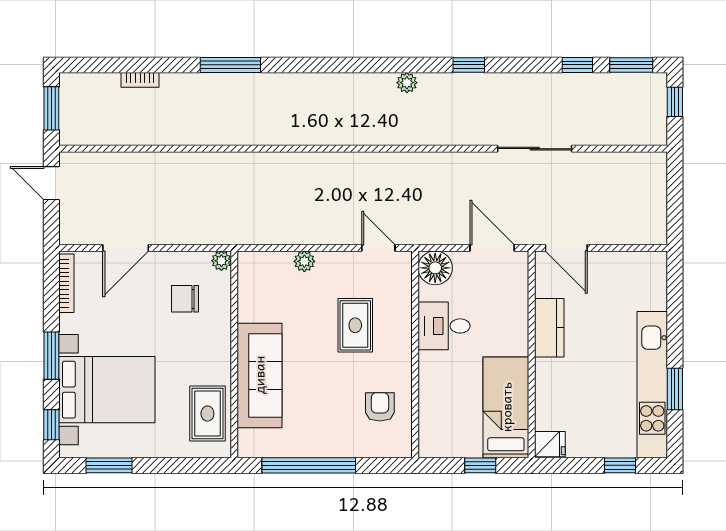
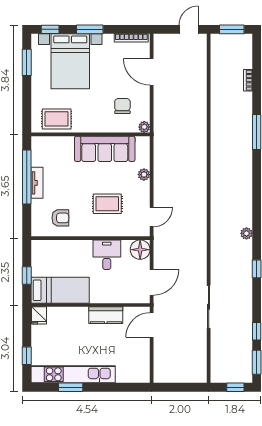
sofa: (259, 375) -> (105, 149), moved
tv unit: (319, 448) -> (37, 183), added

